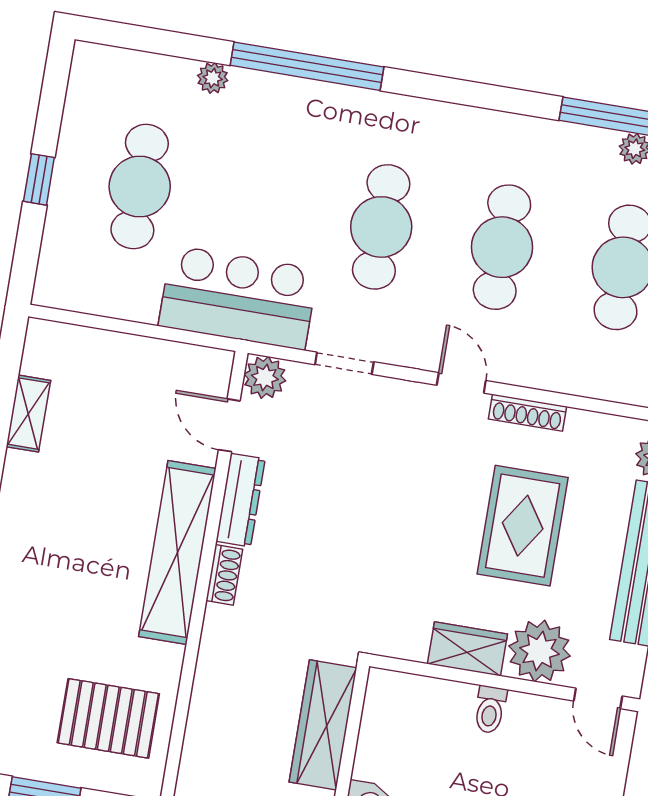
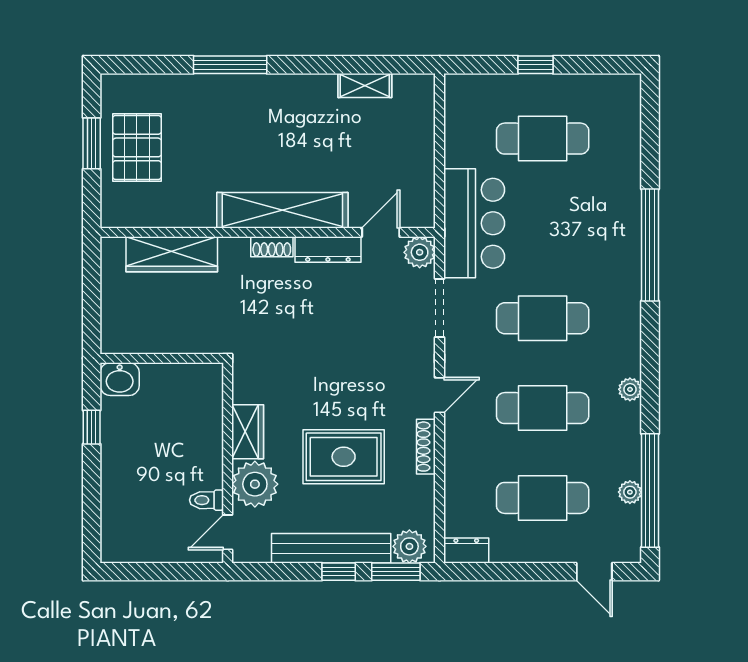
plant: (213, 78) -> (630, 389), moved
doorway: (344, 363) -> (440, 308), width x1.38
toilet: (490, 710) -> (207, 500), moved
pallet: (108, 718) -> (137, 147), moved
wardrobe: (323, 725) -> (172, 254), moved, turned 180

